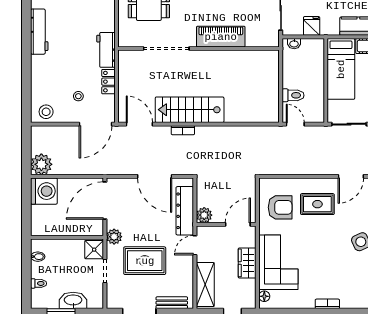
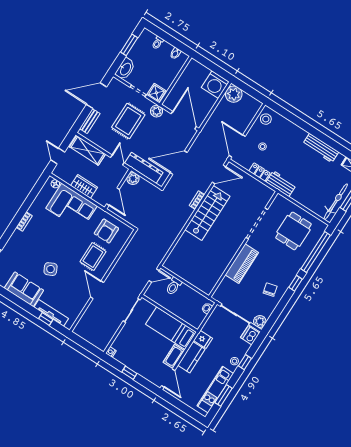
fridge: (312, 26) -> (203, 339), moved
washbasin: (73, 300) -> (125, 69), moved

